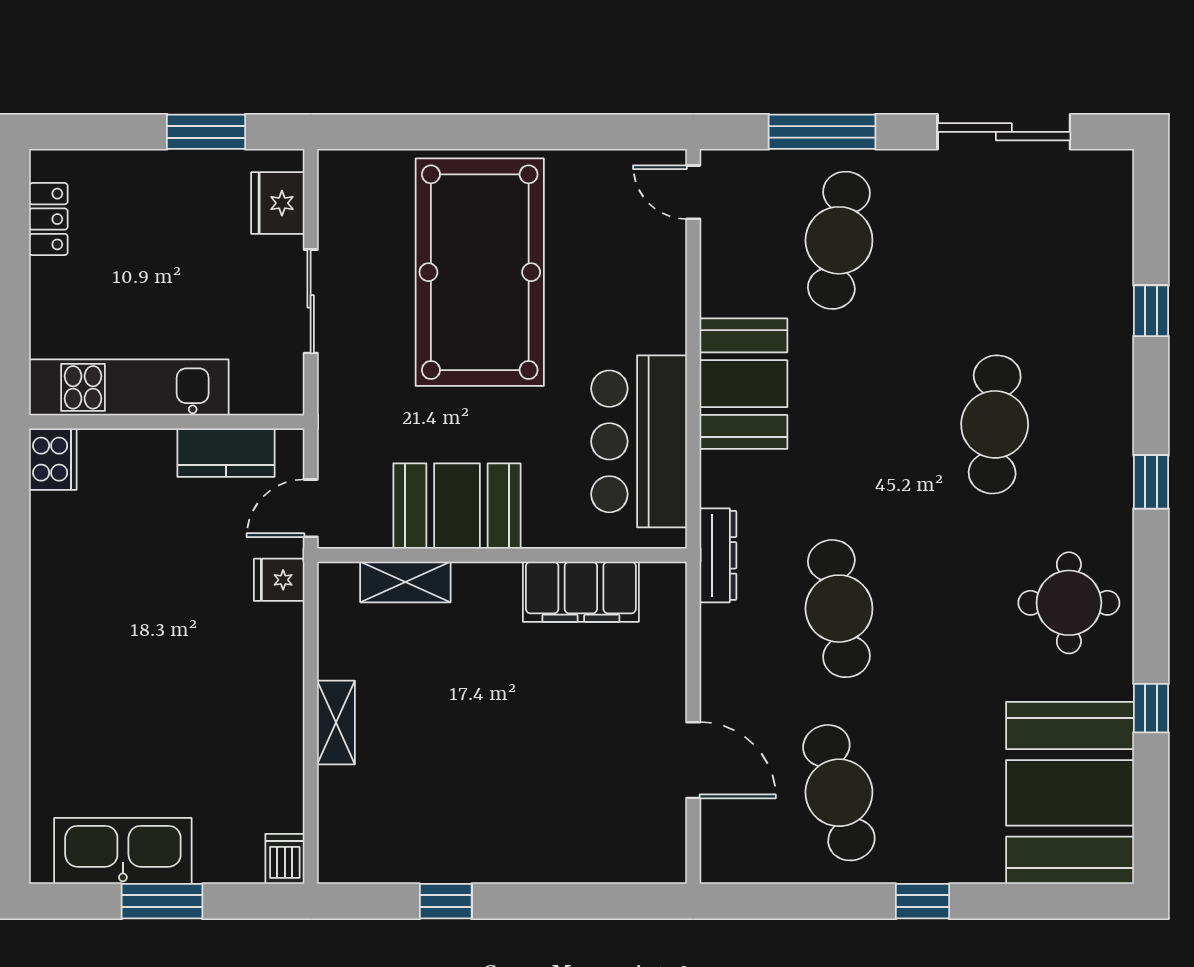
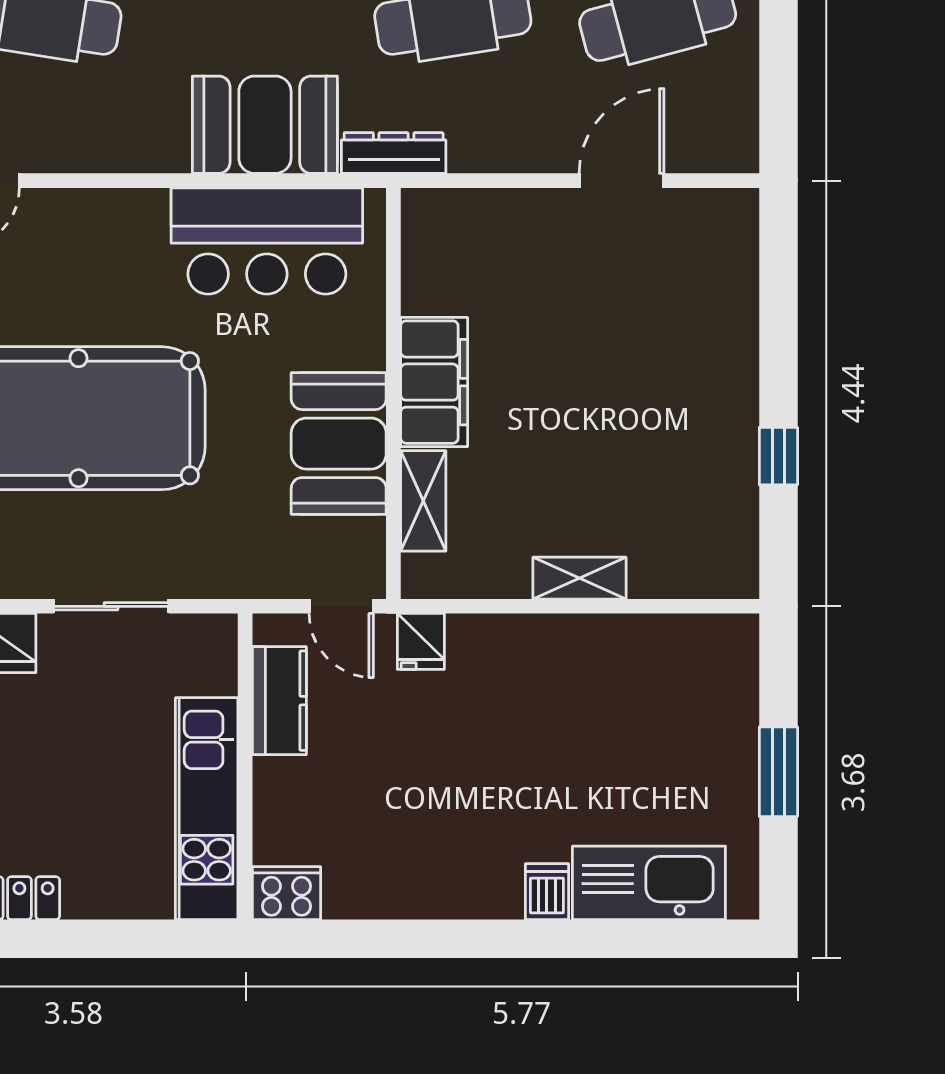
booth: (743, 384) -> (265, 125), moved
filing cabinet: (581, 592) -> (434, 382), moved
kitchen sink: (123, 851) -> (649, 883), moved, turned 90
dishwasher: (285, 859) -> (547, 892), moved, turned 90

